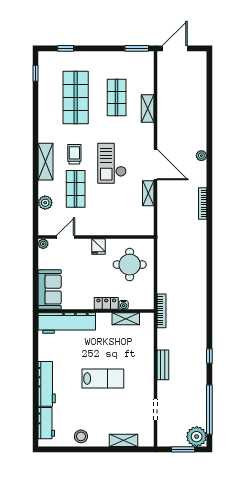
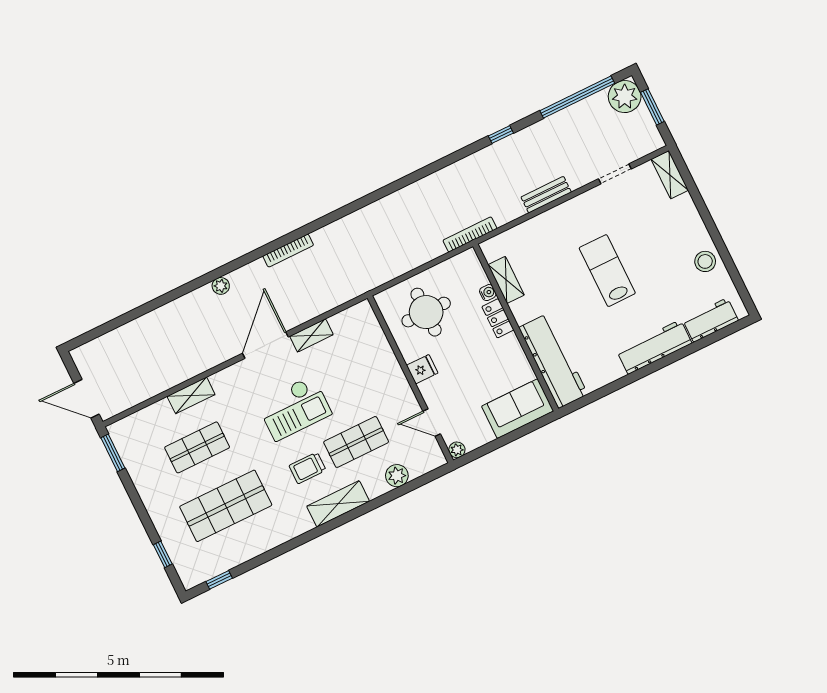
shelving: (123, 440) -> (670, 175), moved

